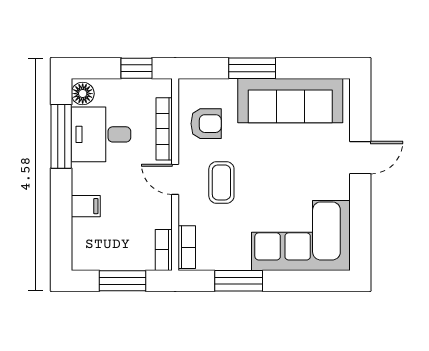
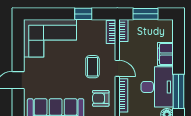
desk: (101, 134) -> (157, 87), width x1.37
filing cabinet: (86, 206) -> (165, 54), width x2.00
window: (239, 281) -> (83, 14), width x0.67

